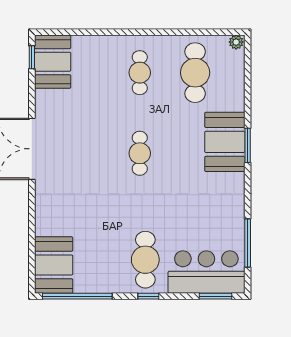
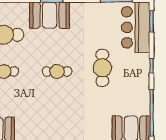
cafe table: (145, 260) -> (102, 68), moved, turned 90

